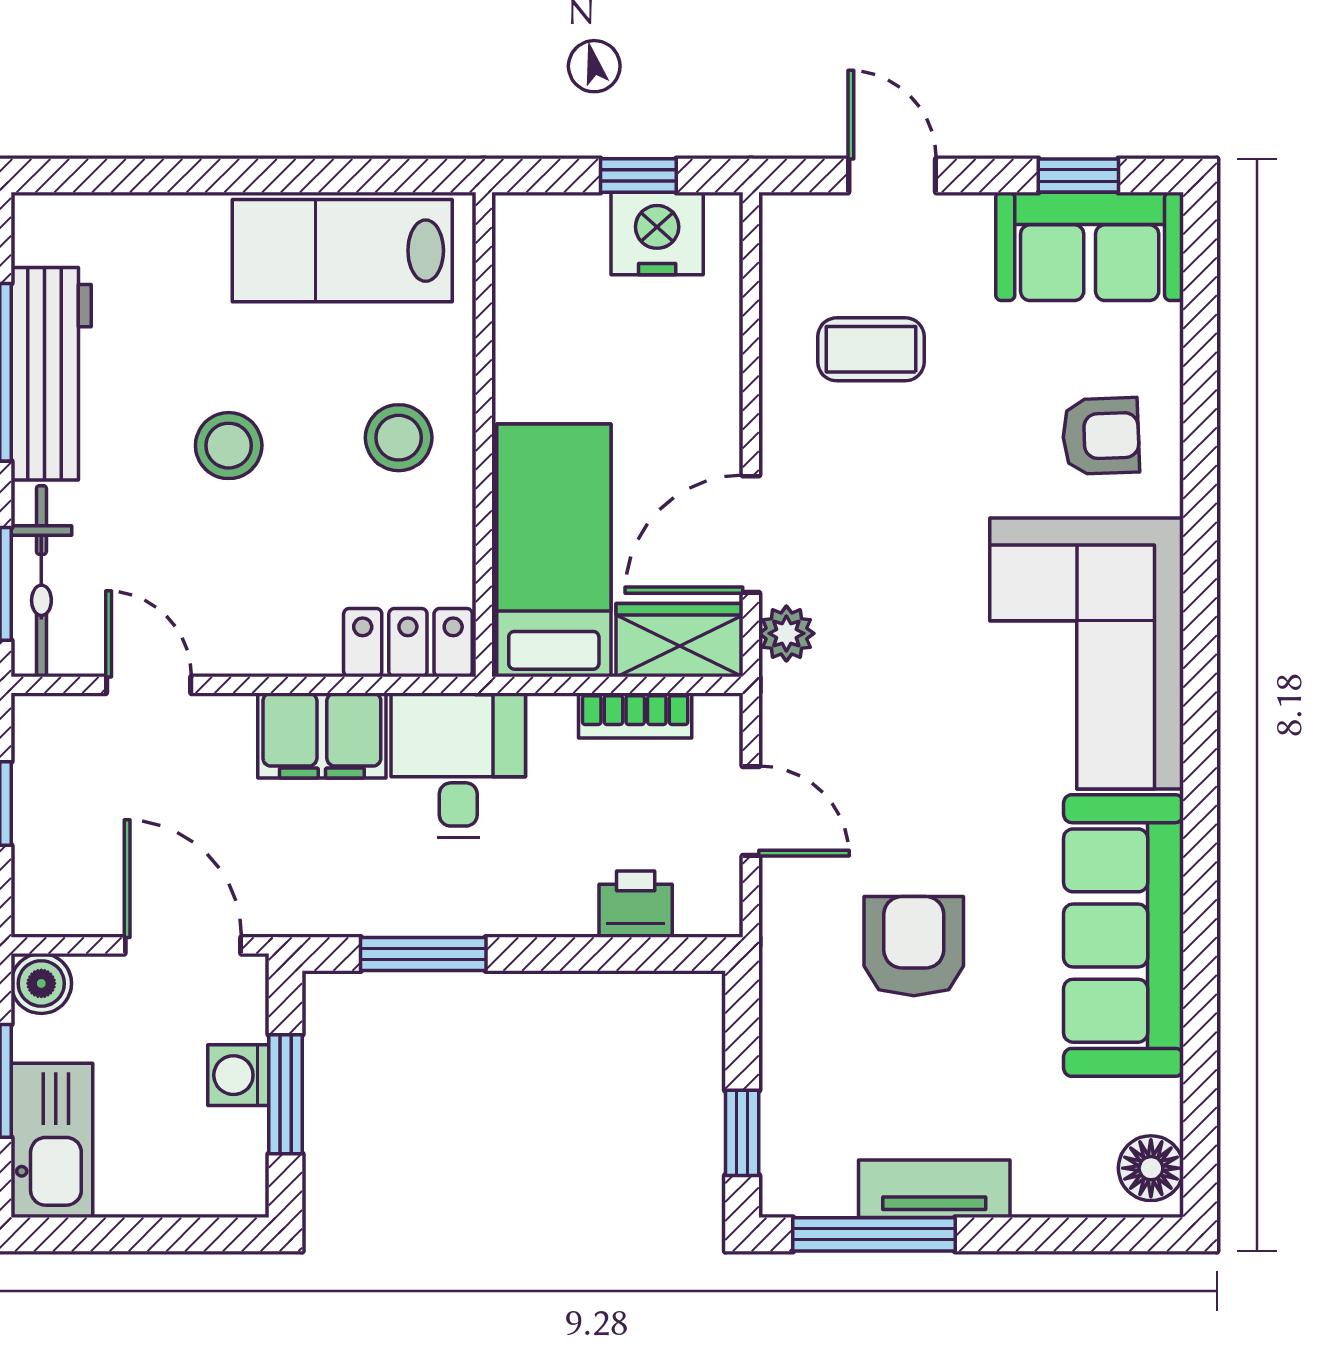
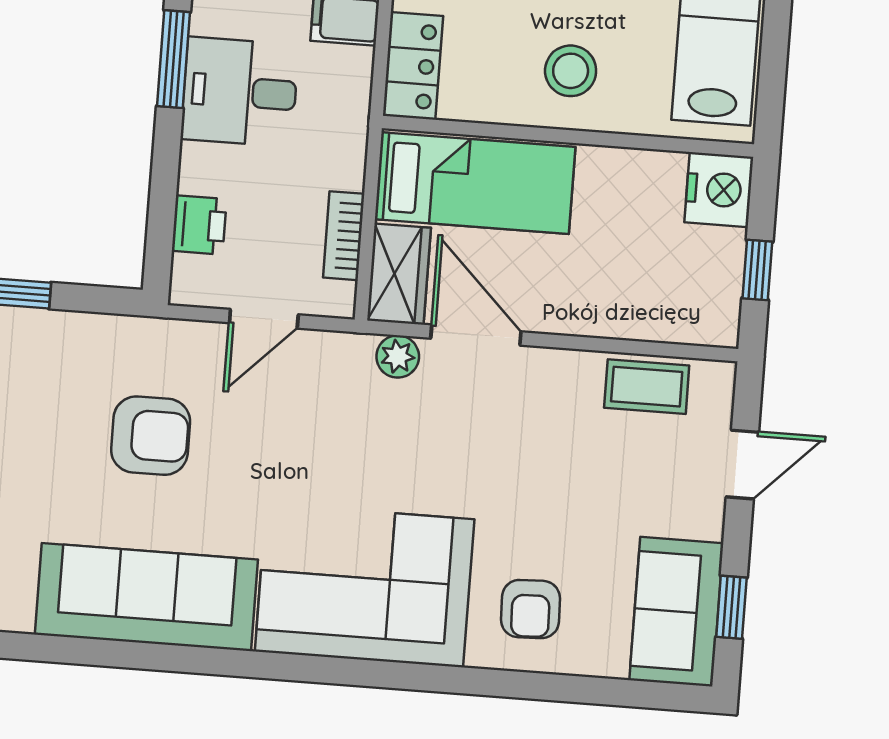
nightstand: (657, 234) -> (719, 190), moved
coffee table: (871, 349) -> (647, 387), moved, turned 90
desk: (458, 765) -> (240, 92), moved, turned 180

